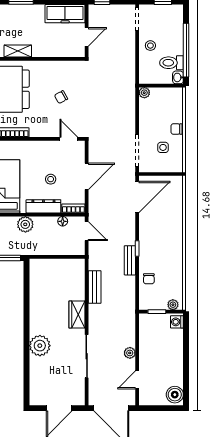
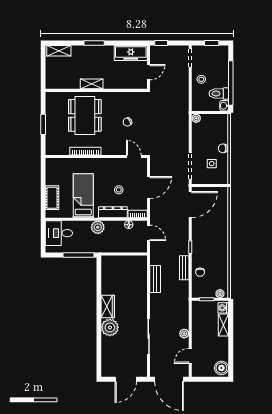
bench: (130, 260) -> (184, 268), moved
wardrobe: (77, 314) -> (108, 307), moved, turned 180
shelving: (177, 343) -> (223, 325), added

